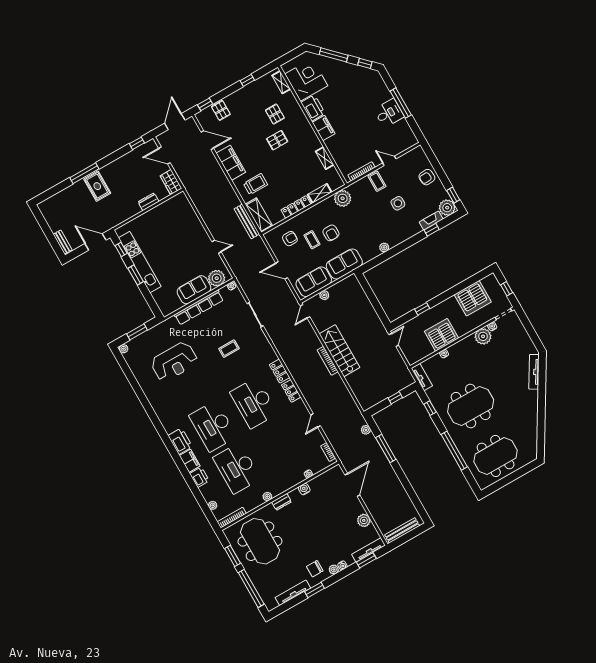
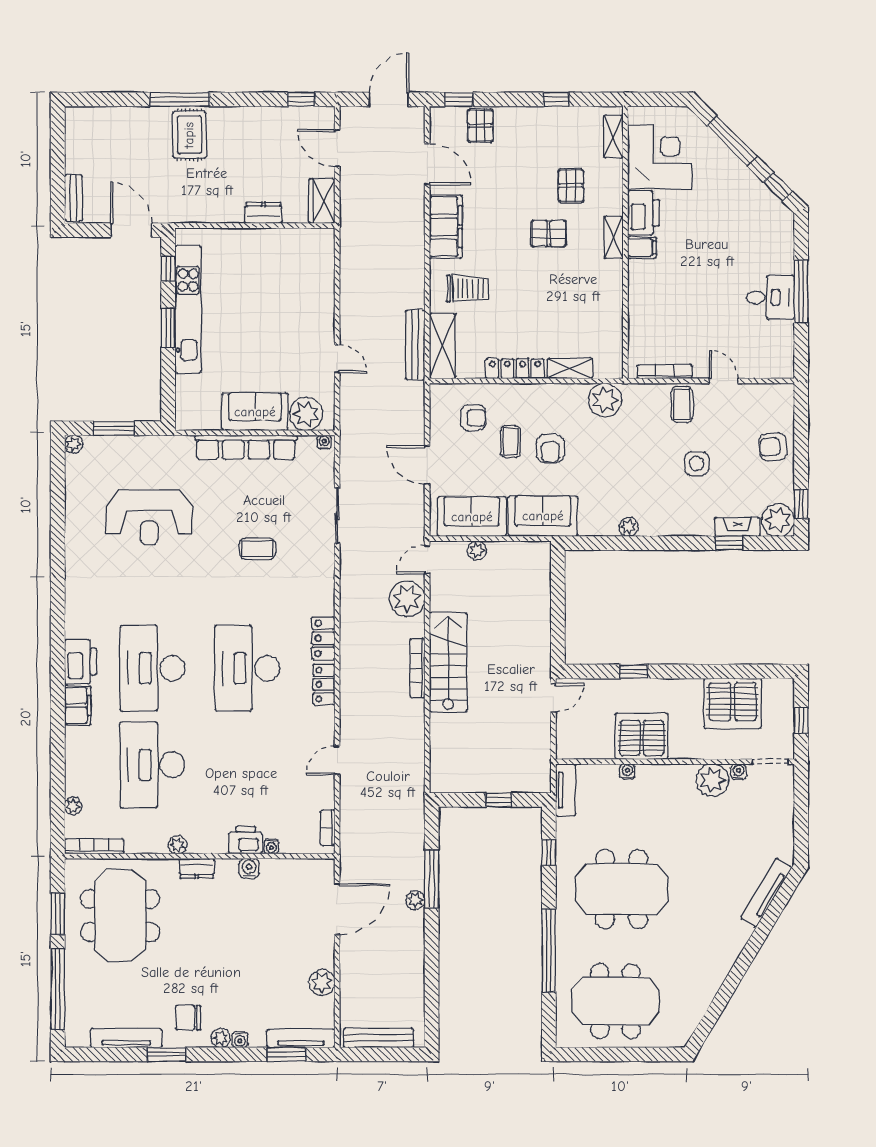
filing cabinet: (324, 128) -> (642, 248), width x0.50
shelving: (325, 158) -> (614, 237), moved
plant: (306, 333) -> (407, 599), added
plant: (366, 430) -> (415, 900), moved
printer: (199, 477) -> (246, 840), moved, turned -90

